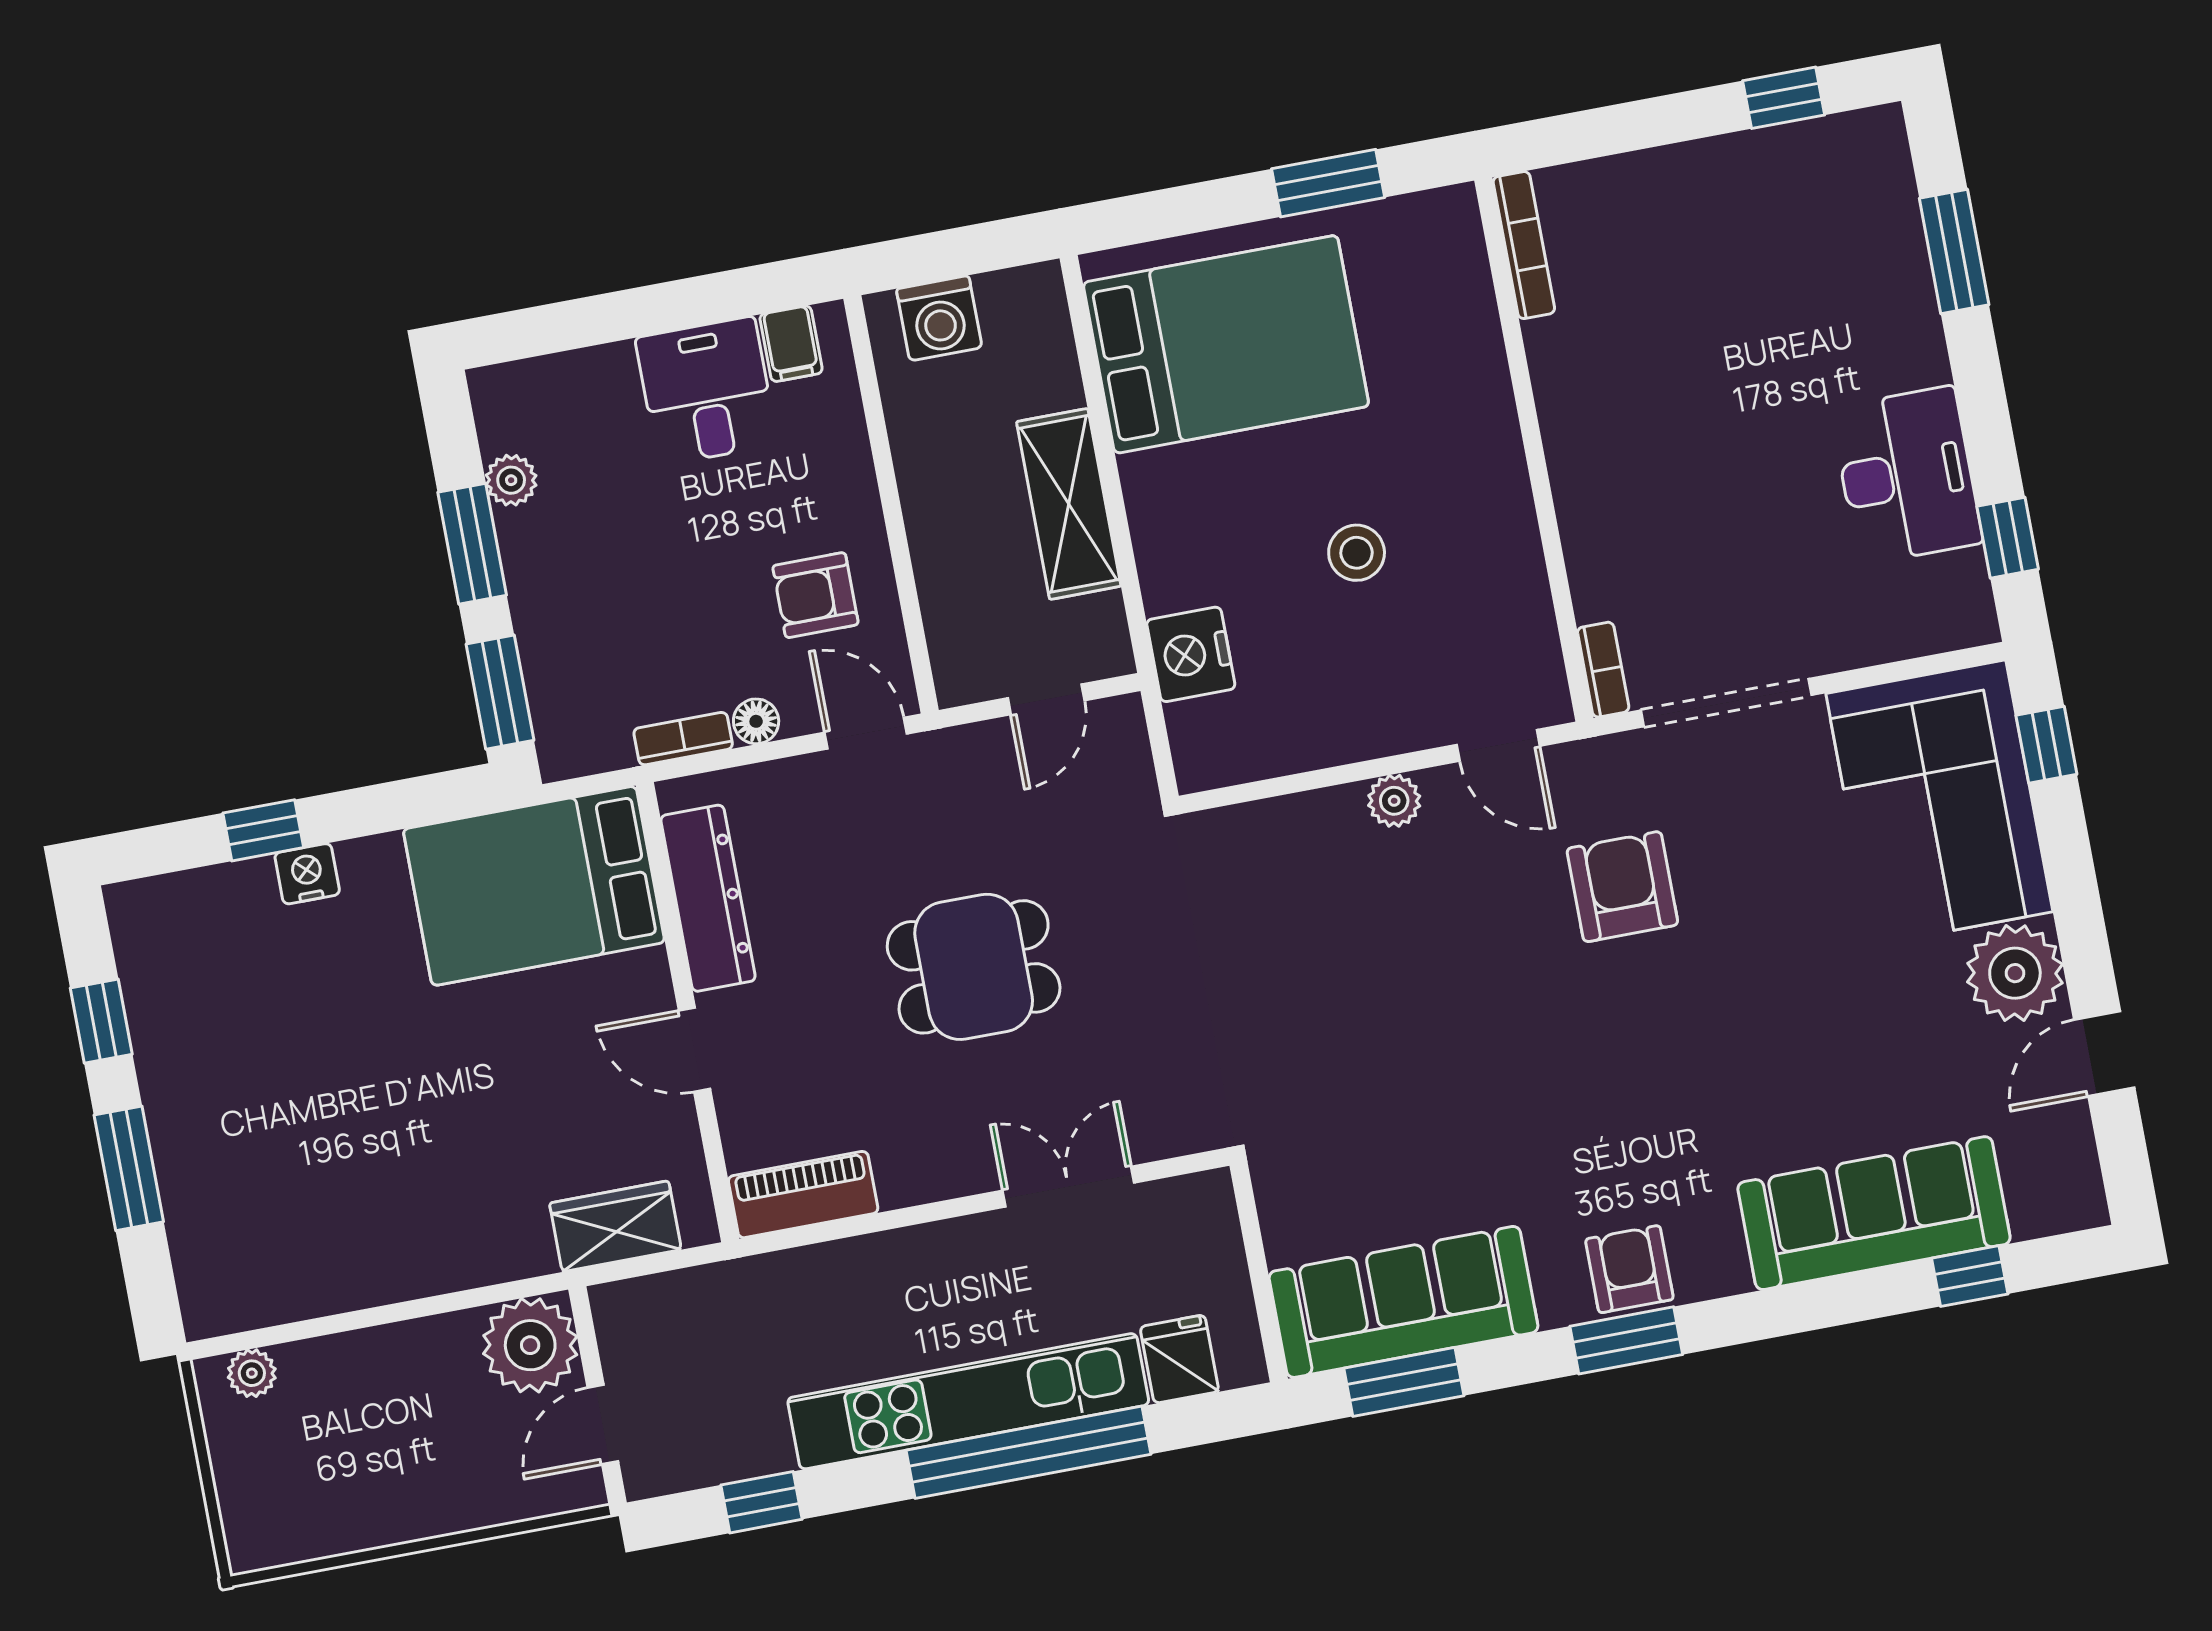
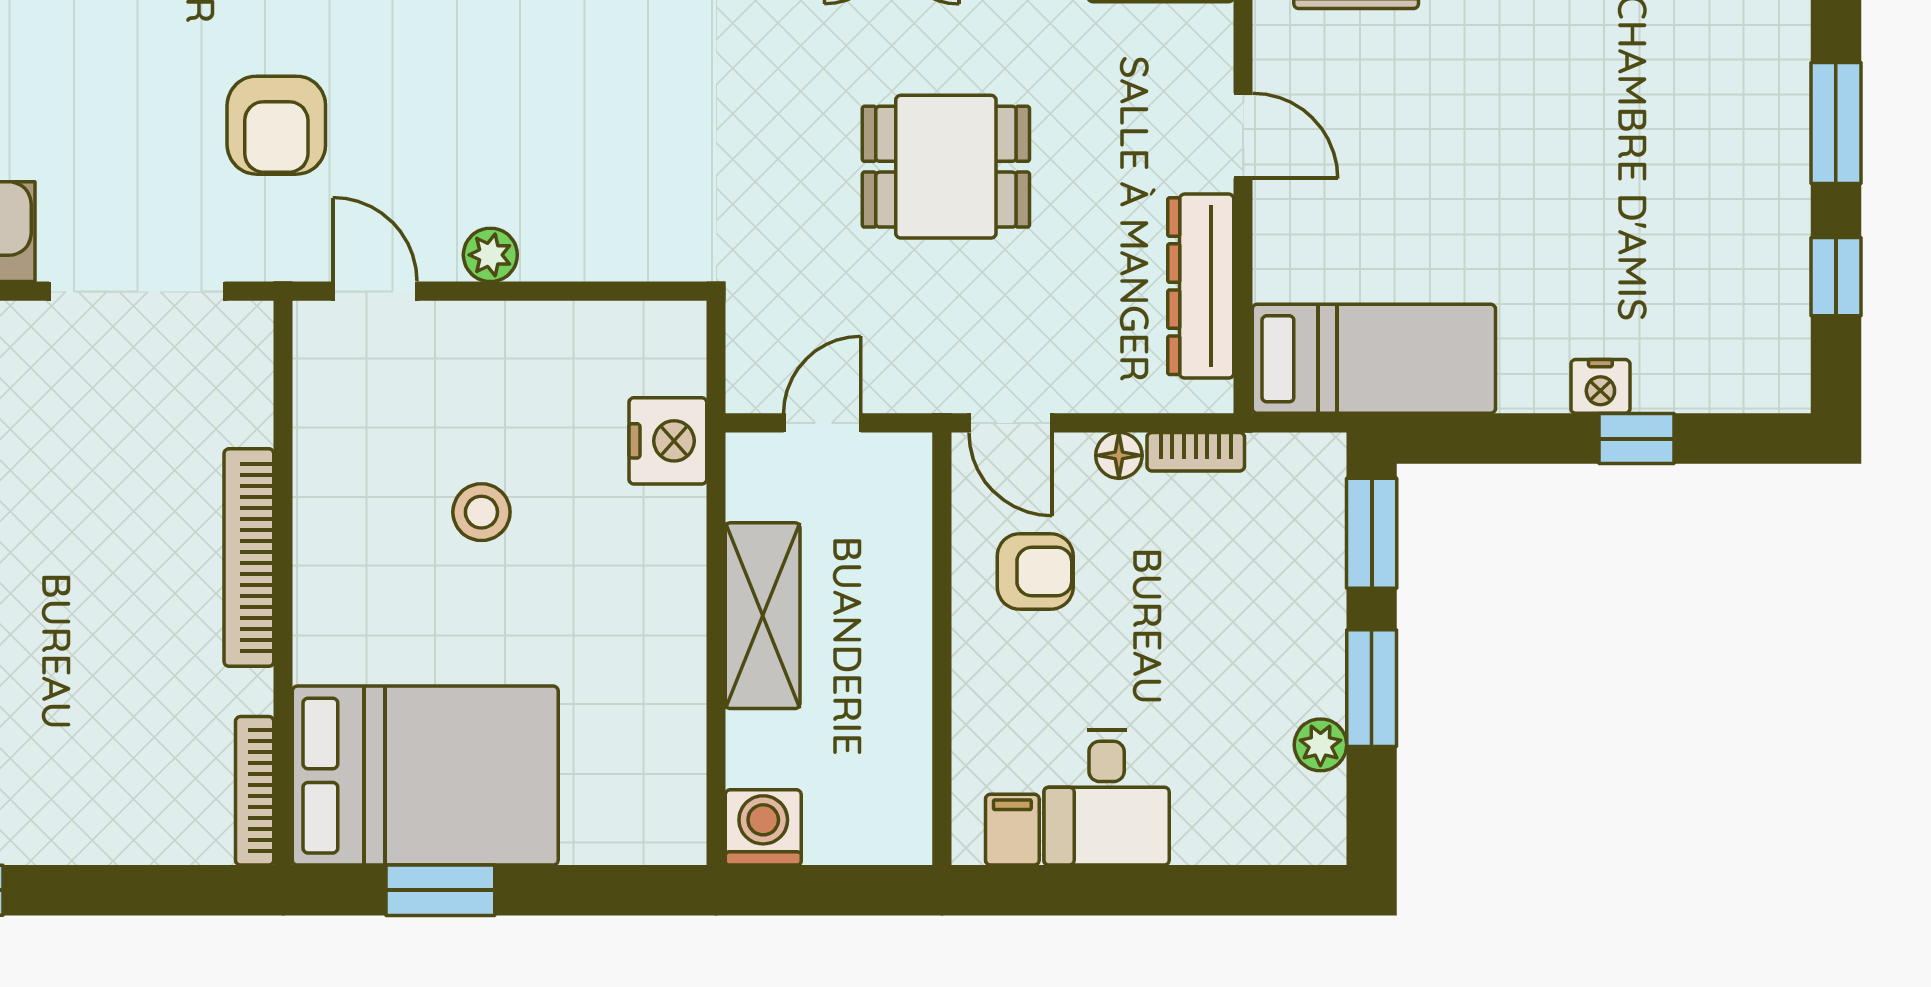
washing machine: (939, 318) -> (763, 827), moved
bed: (1226, 344) -> (425, 776), moved, turned 180
bookcase: (1603, 670) -> (249, 558), moved, width x2.31, depth x1.31
bed: (534, 886) -> (1374, 359), width x0.67

